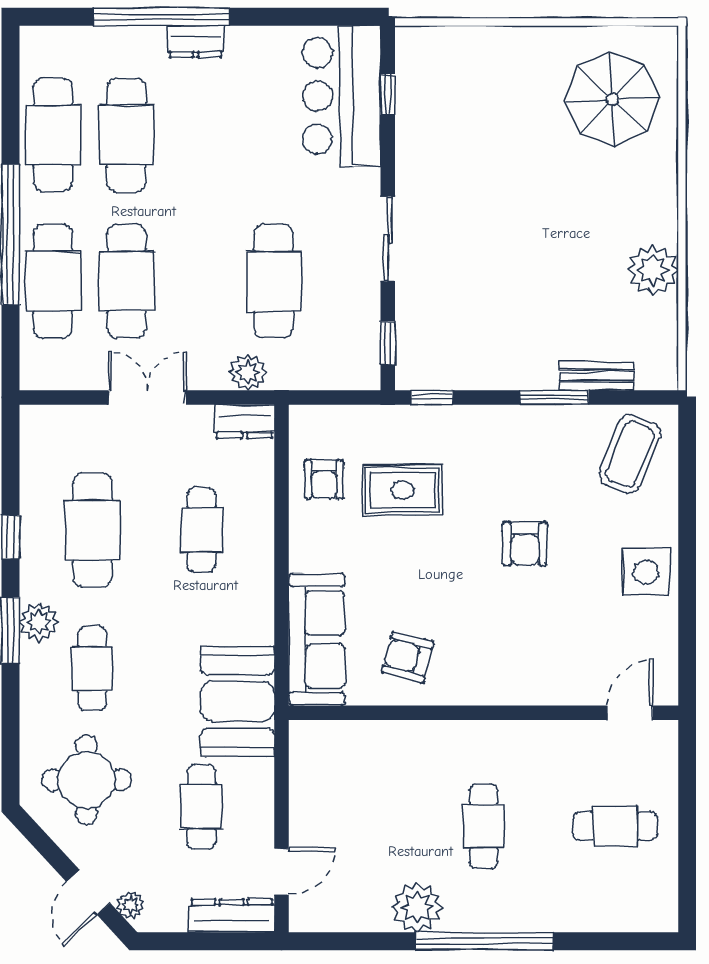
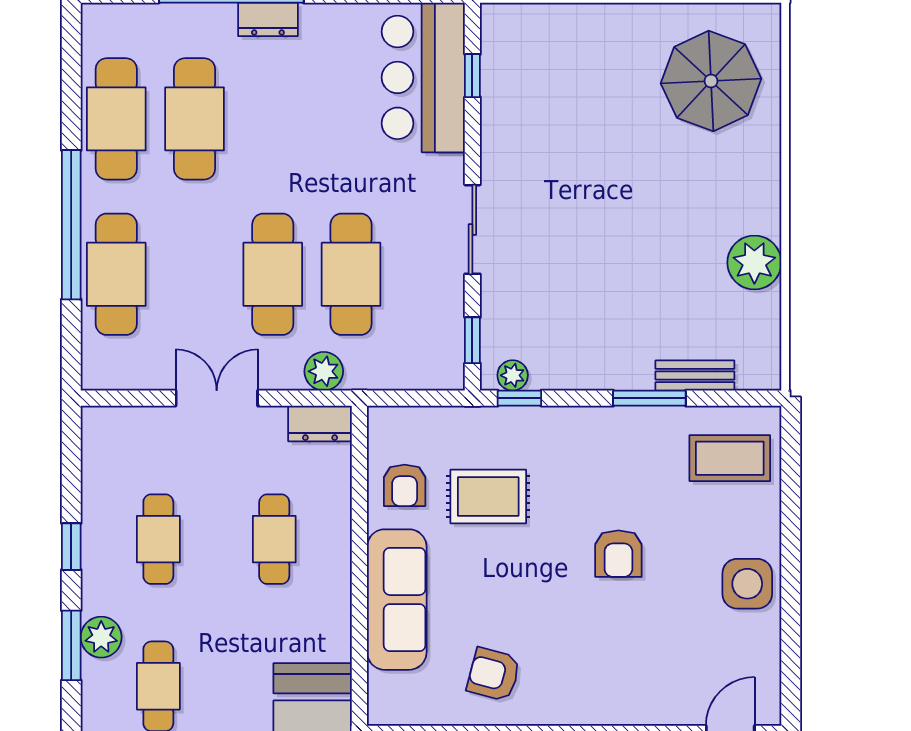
cafe table: (126, 281) -> (273, 274), moved
plant: (426, 376) -> (513, 375), added
coffee table: (630, 454) -> (730, 458), turned 68
cafe table: (92, 530) -> (158, 539), width x0.73, depth x0.74
sofa: (317, 640) -> (397, 600), moved

